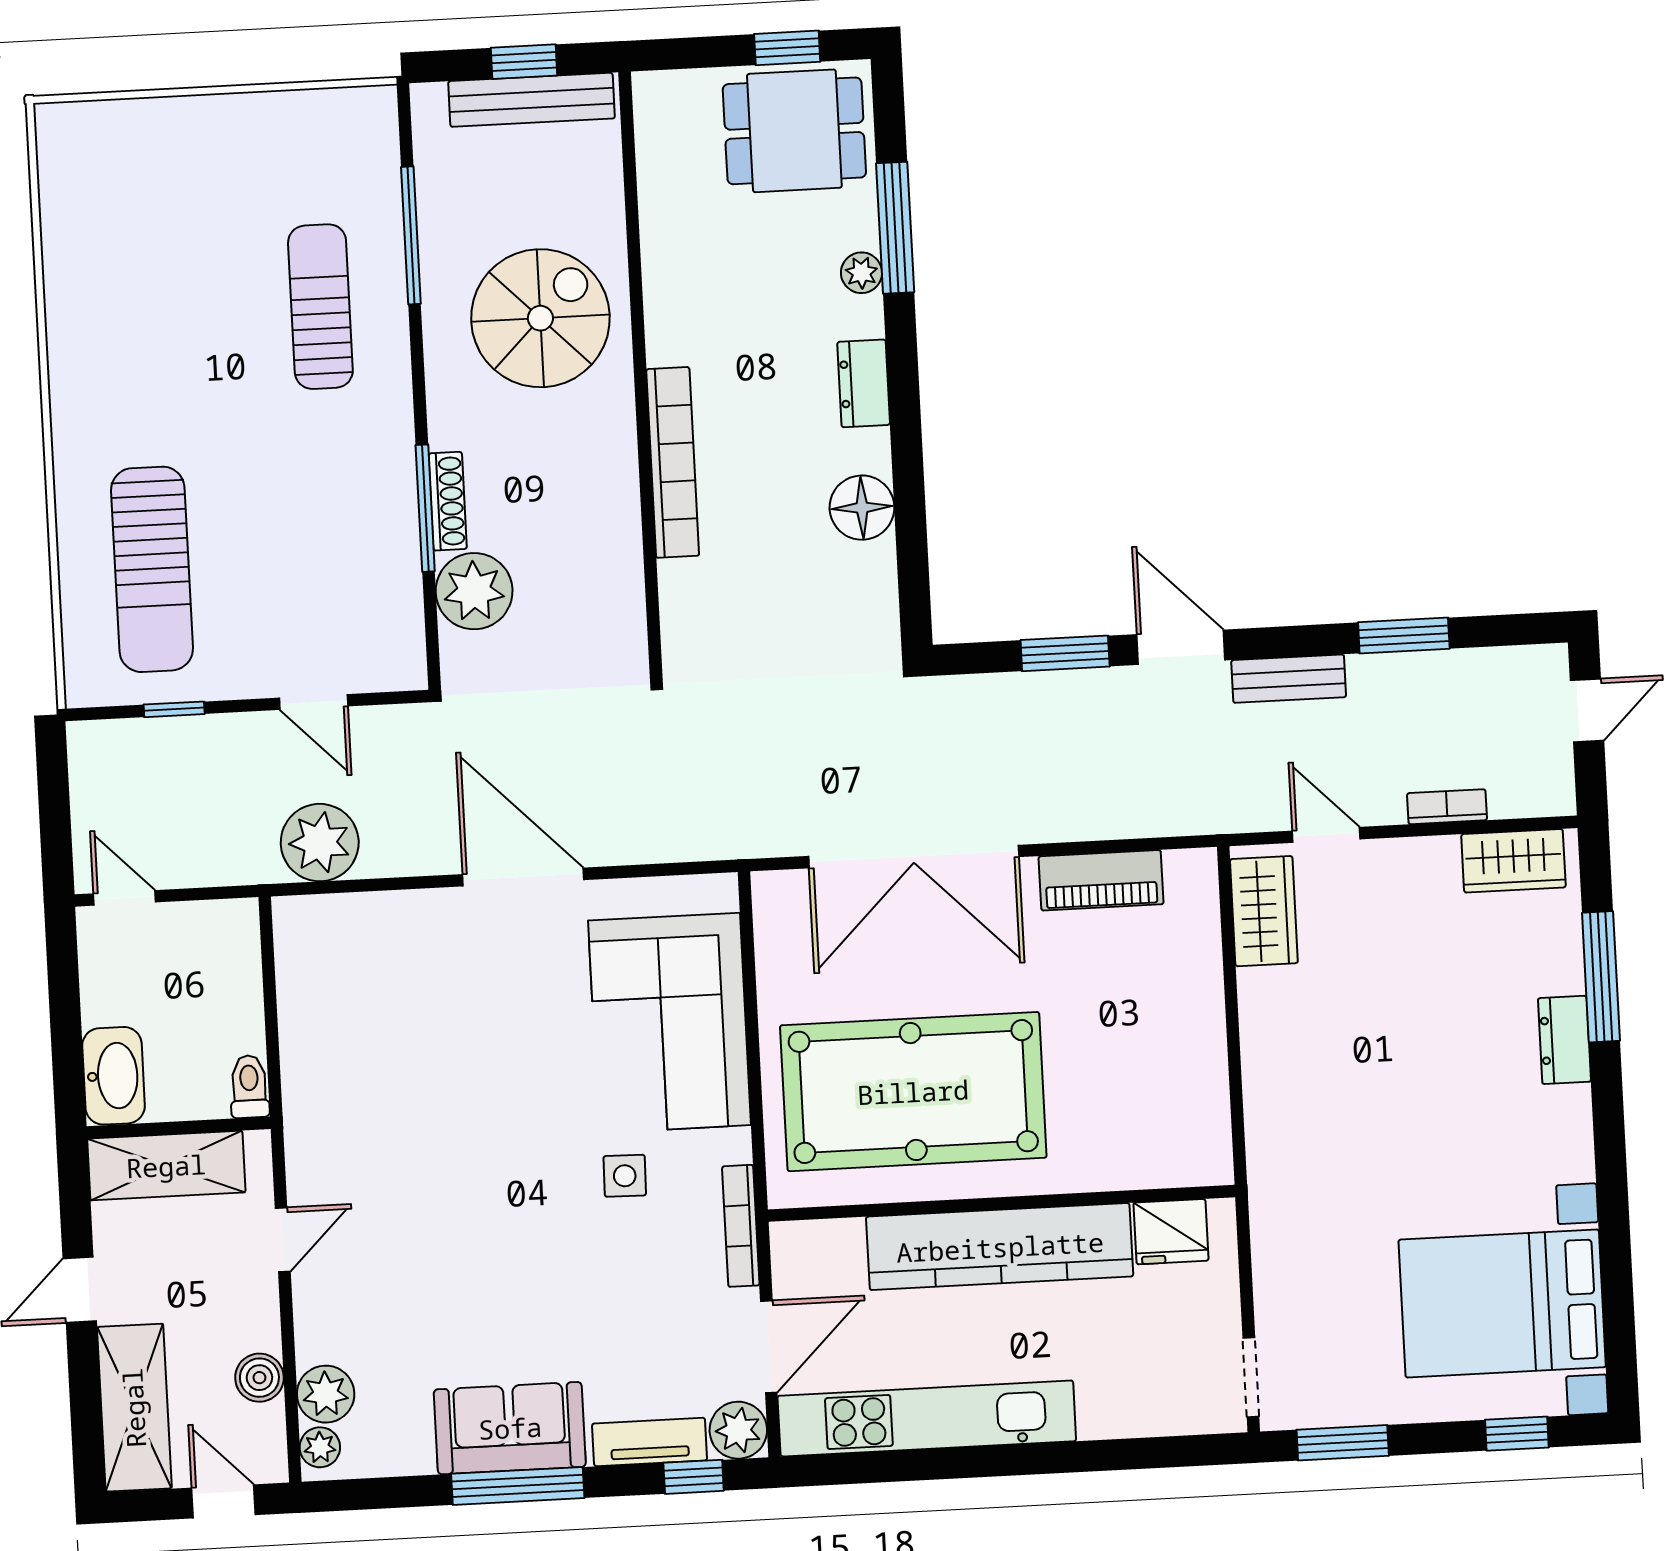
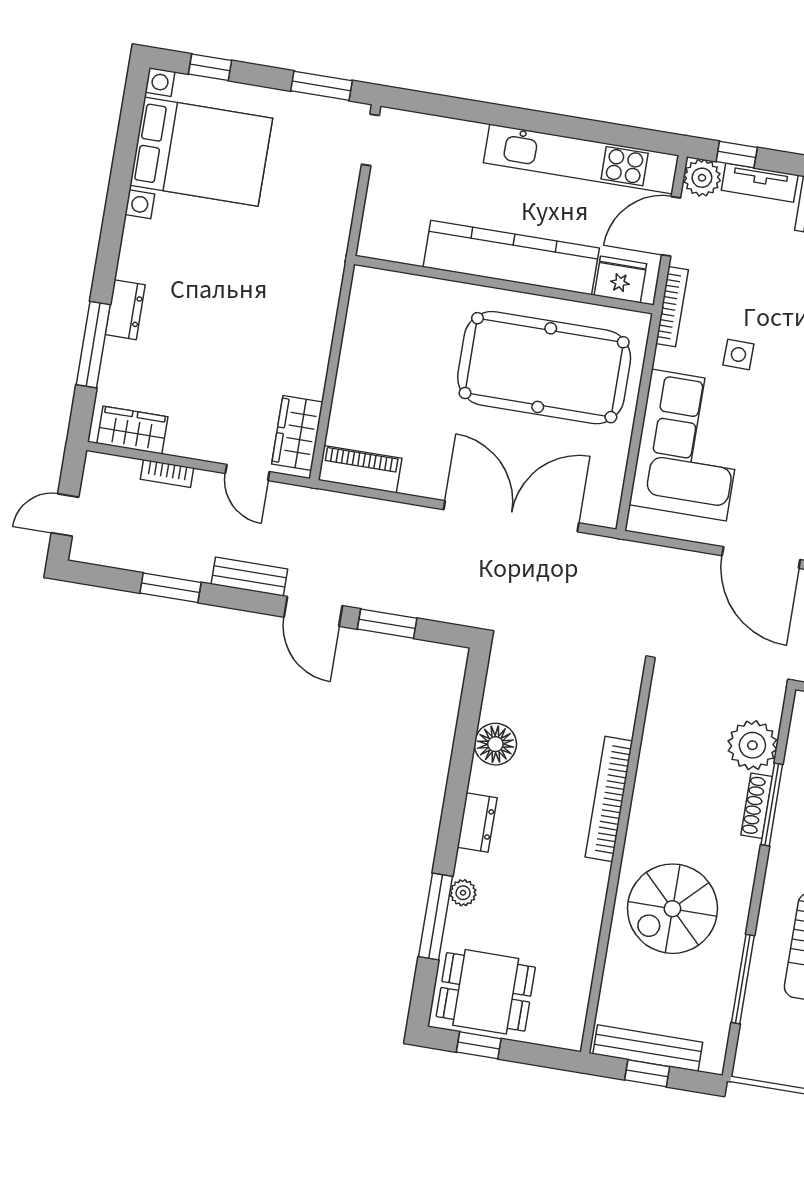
piano: (1101, 880) -> (360, 469), moved
fridge: (1171, 1232) -> (620, 280), moved

